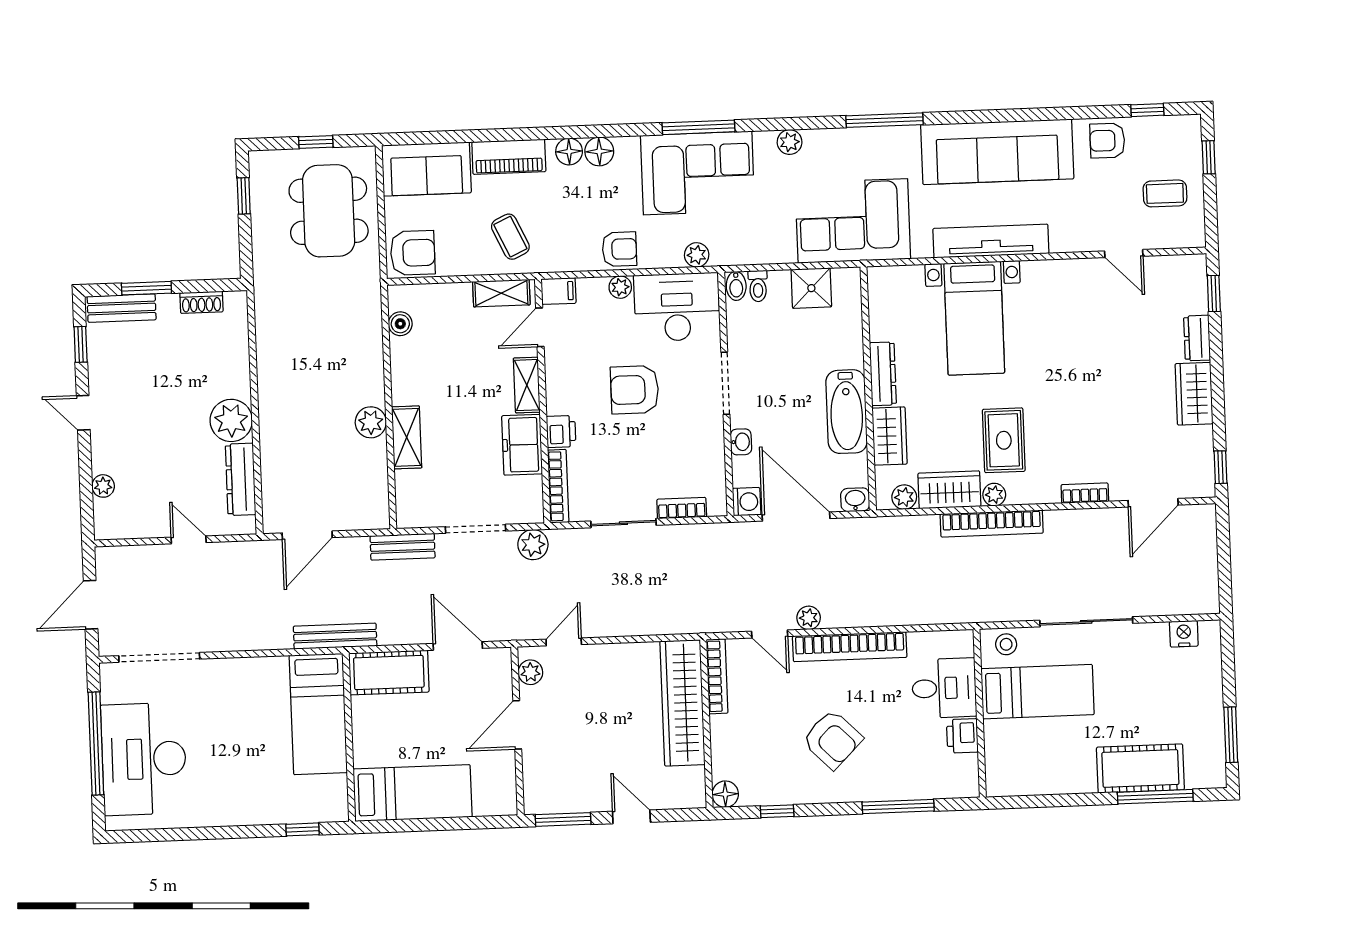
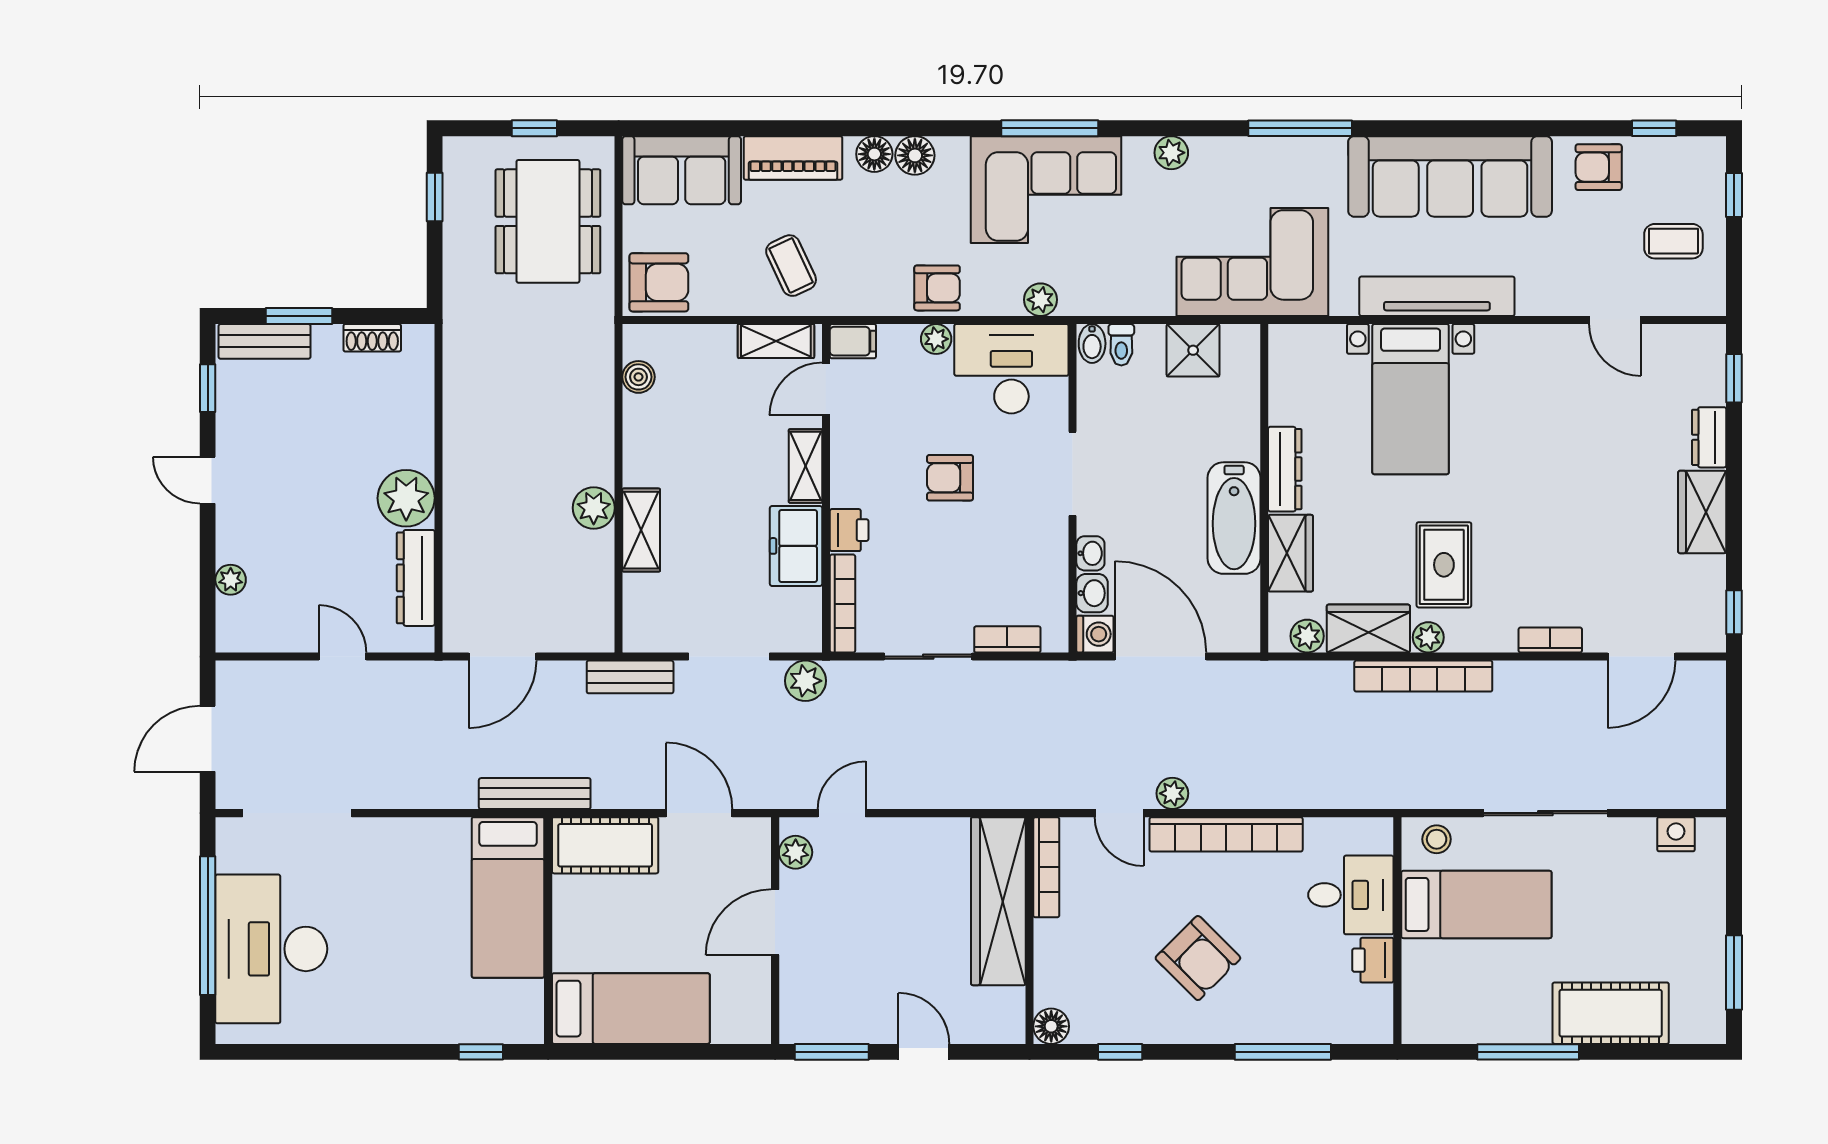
armchair: (635, 390) -> (950, 478), width x0.72, depth x0.72
washbasin: (855, 500) -> (1092, 593), moved, turned 90
window: (1155, 797) -> (1528, 1052), moved

